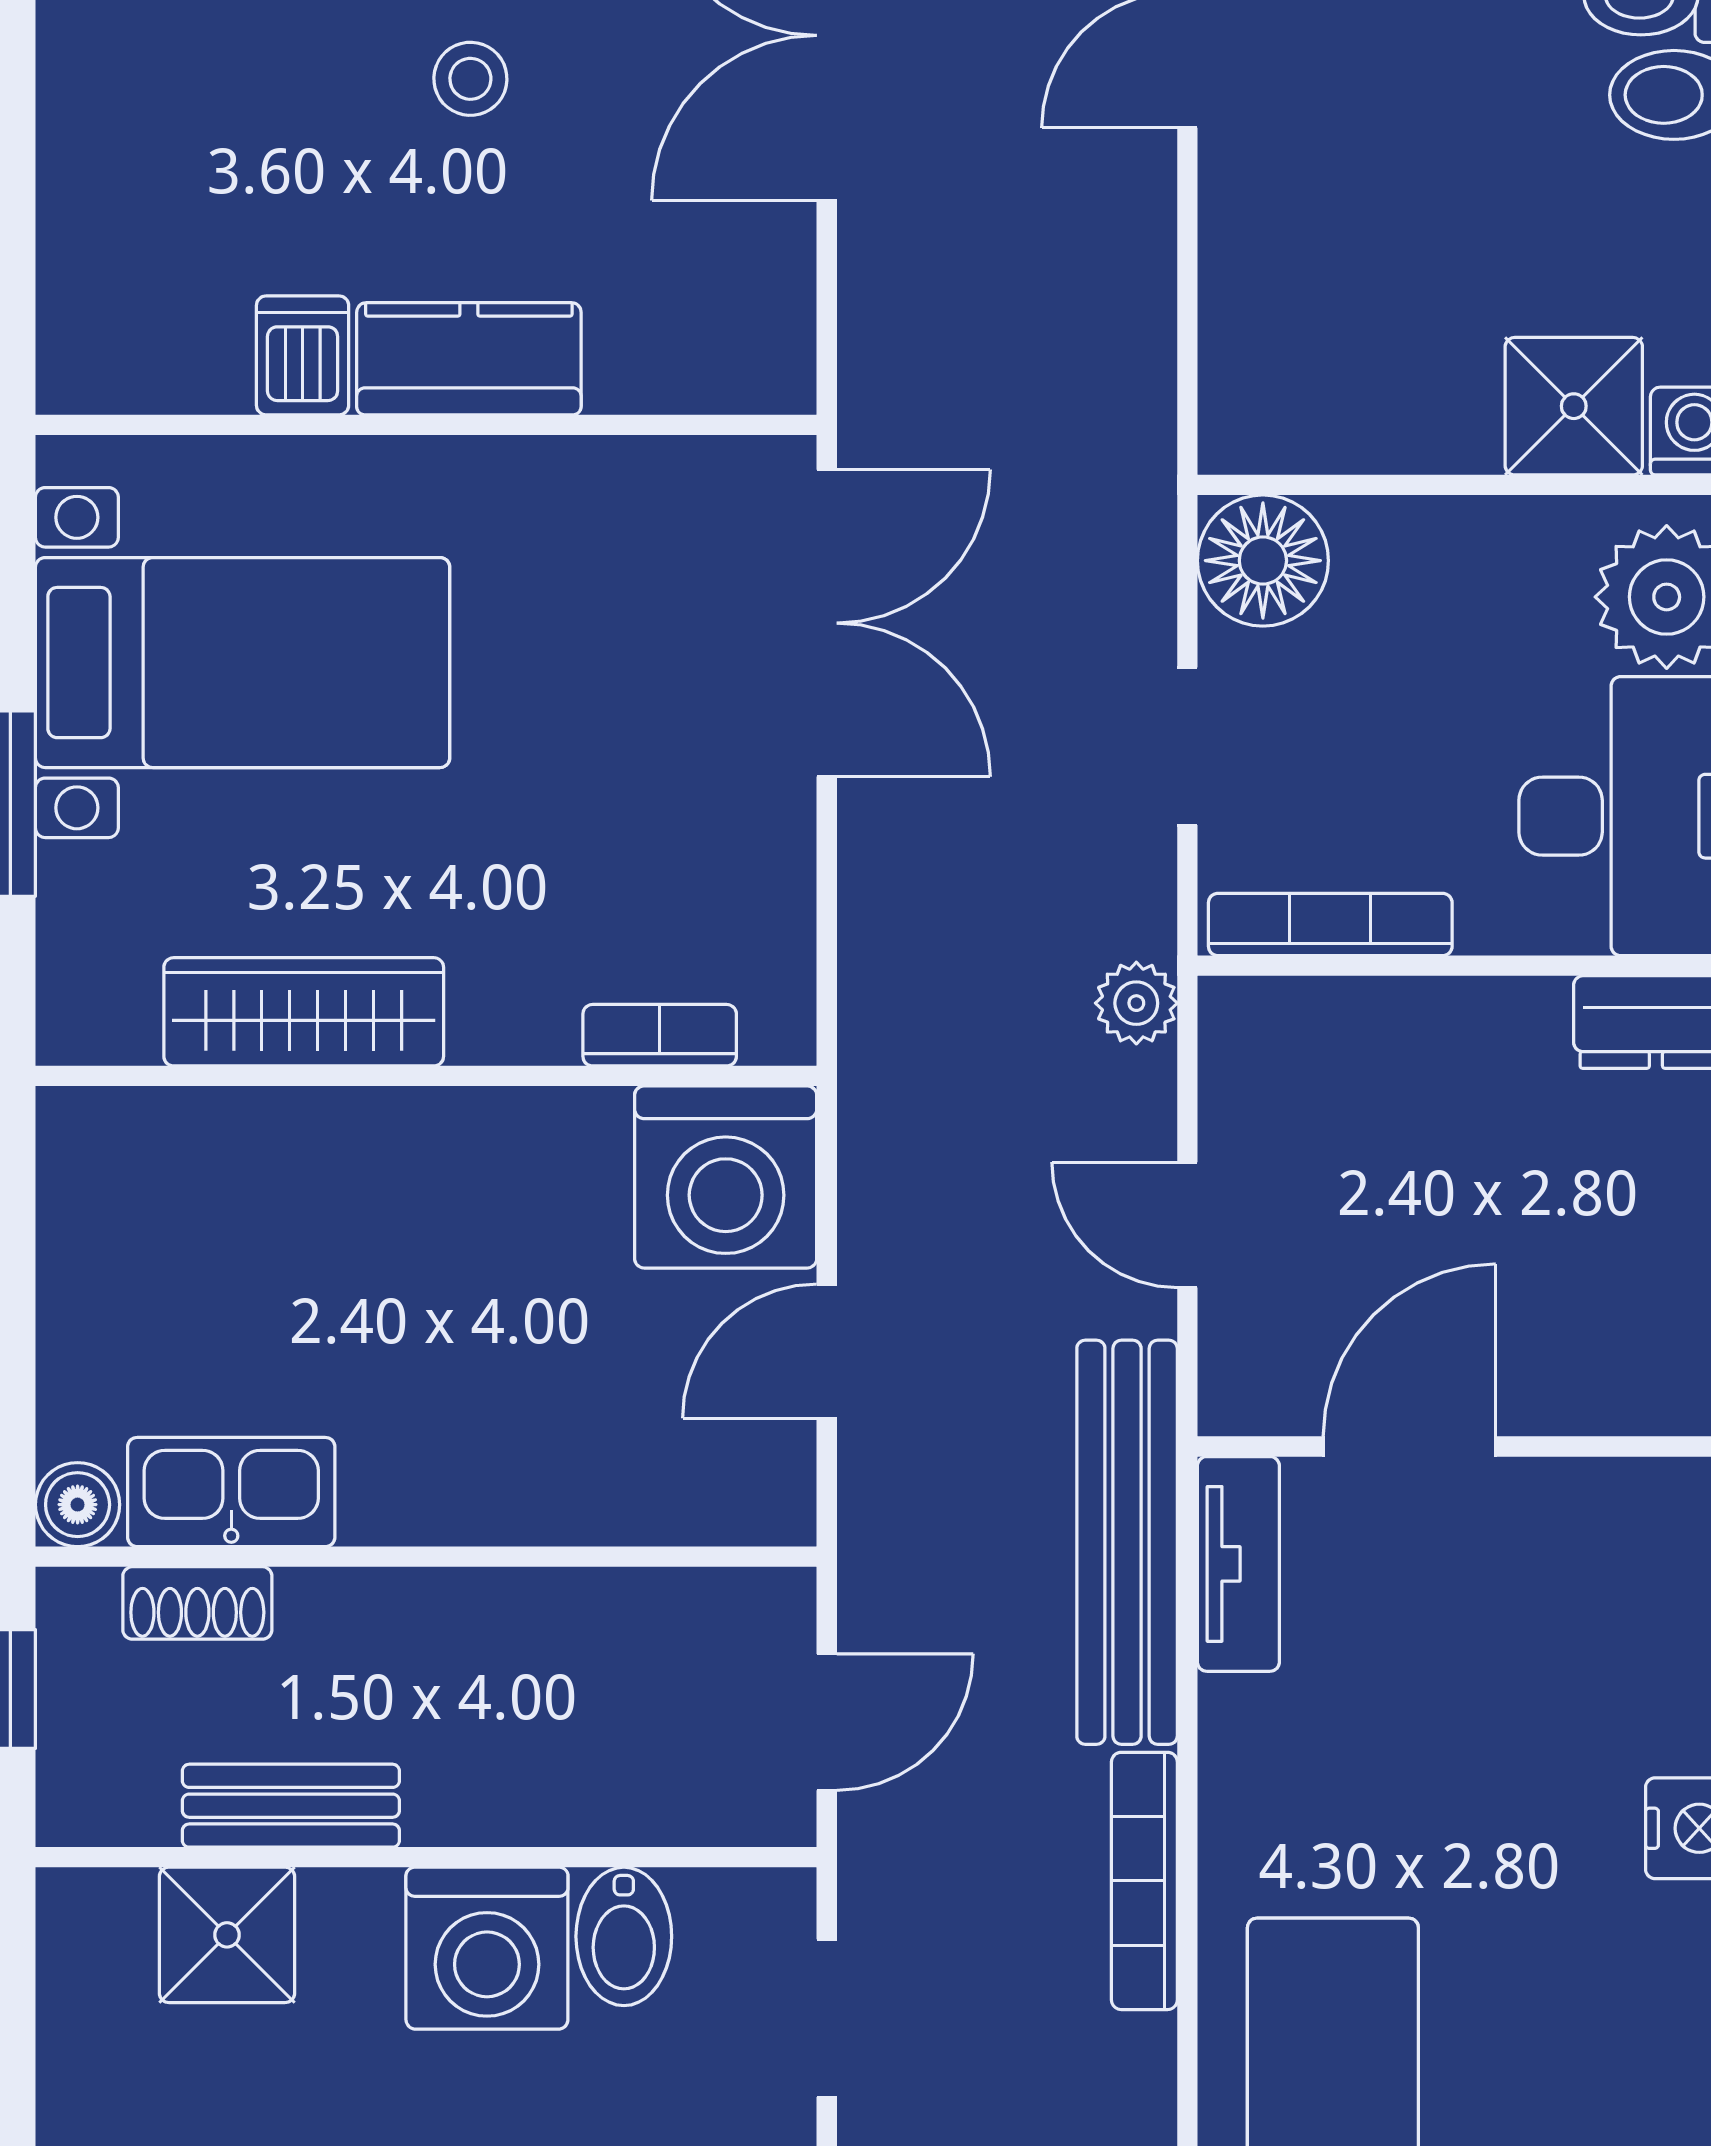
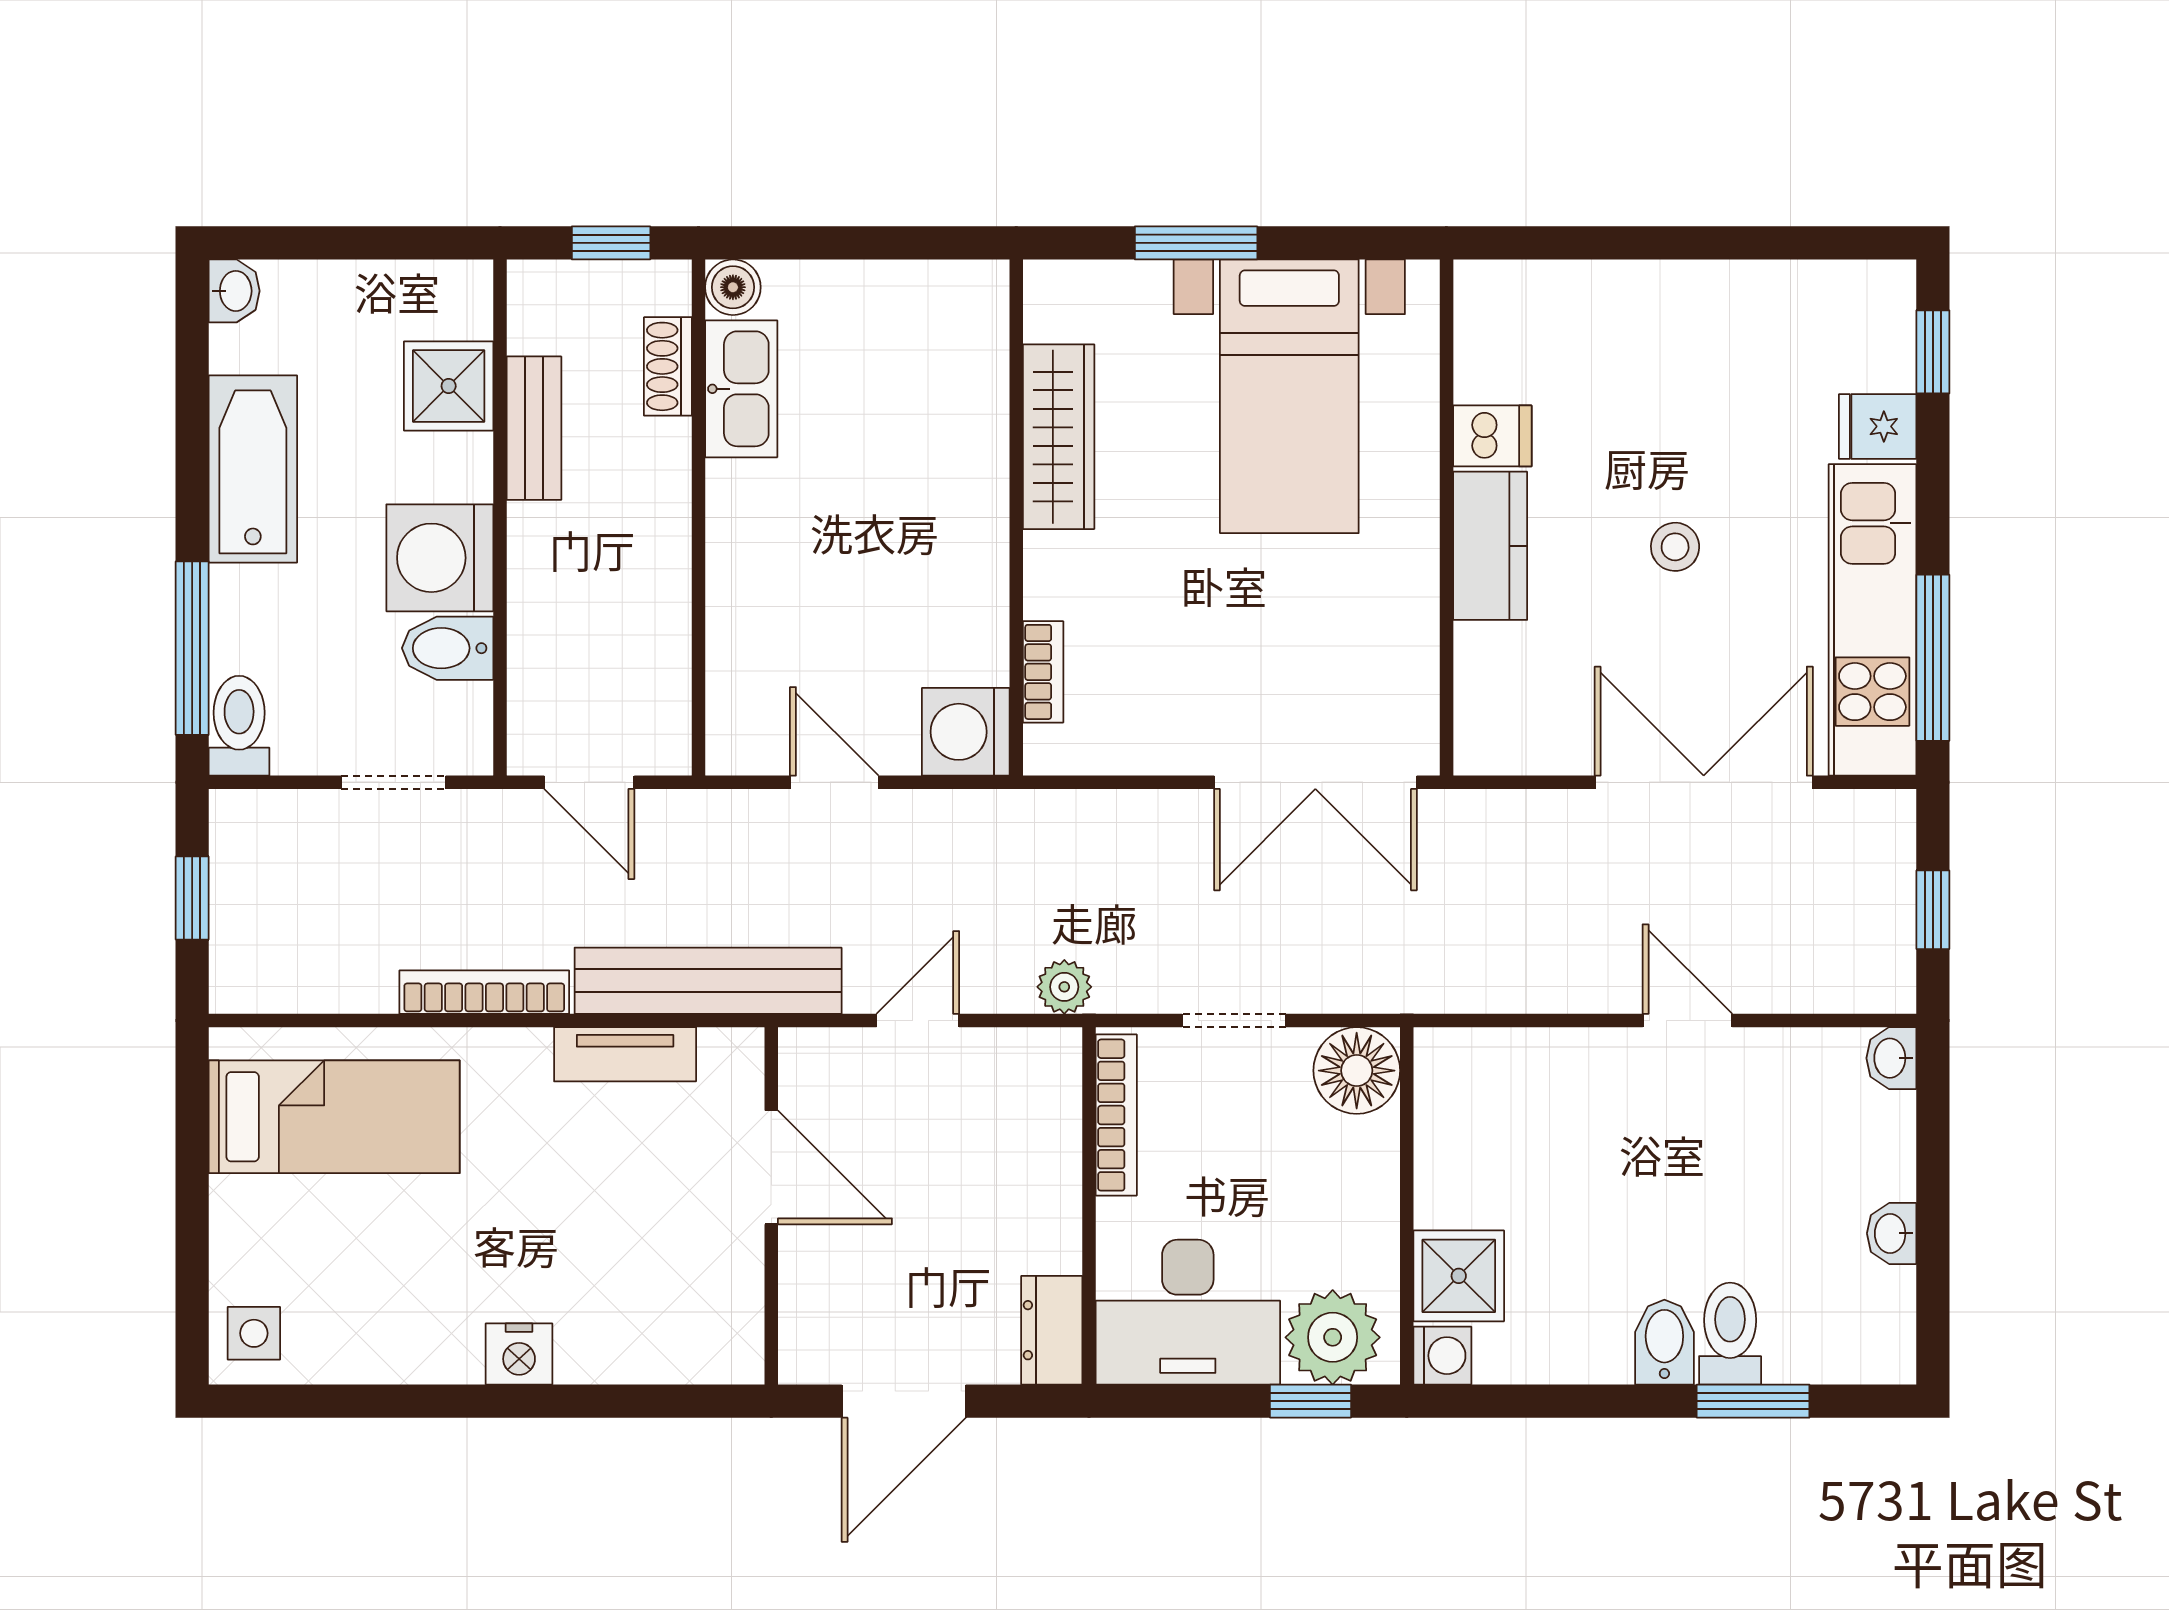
washing machine: (726, 1177) -> (966, 732), width x0.73, depth x0.73
tv unit: (1238, 1564) -> (625, 1054), moved

